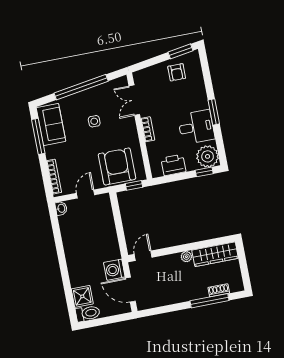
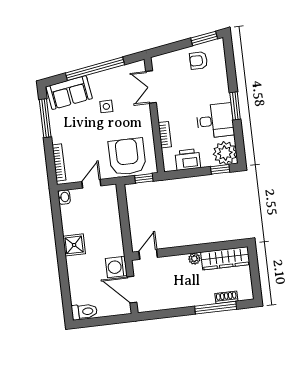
armchair: (177, 72) -> (198, 61), turned 90
sofa: (51, 124) -> (69, 93), moved, turned 81
bookcase: (148, 129) -> (165, 135), moved
shower: (82, 296) -> (74, 245), moved

